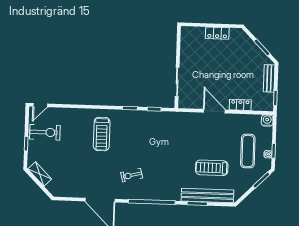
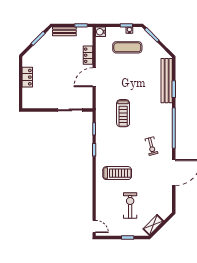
exercise bike: (45, 132) -> (130, 206), moved
treadmill: (212, 168) -> (123, 113), moved

